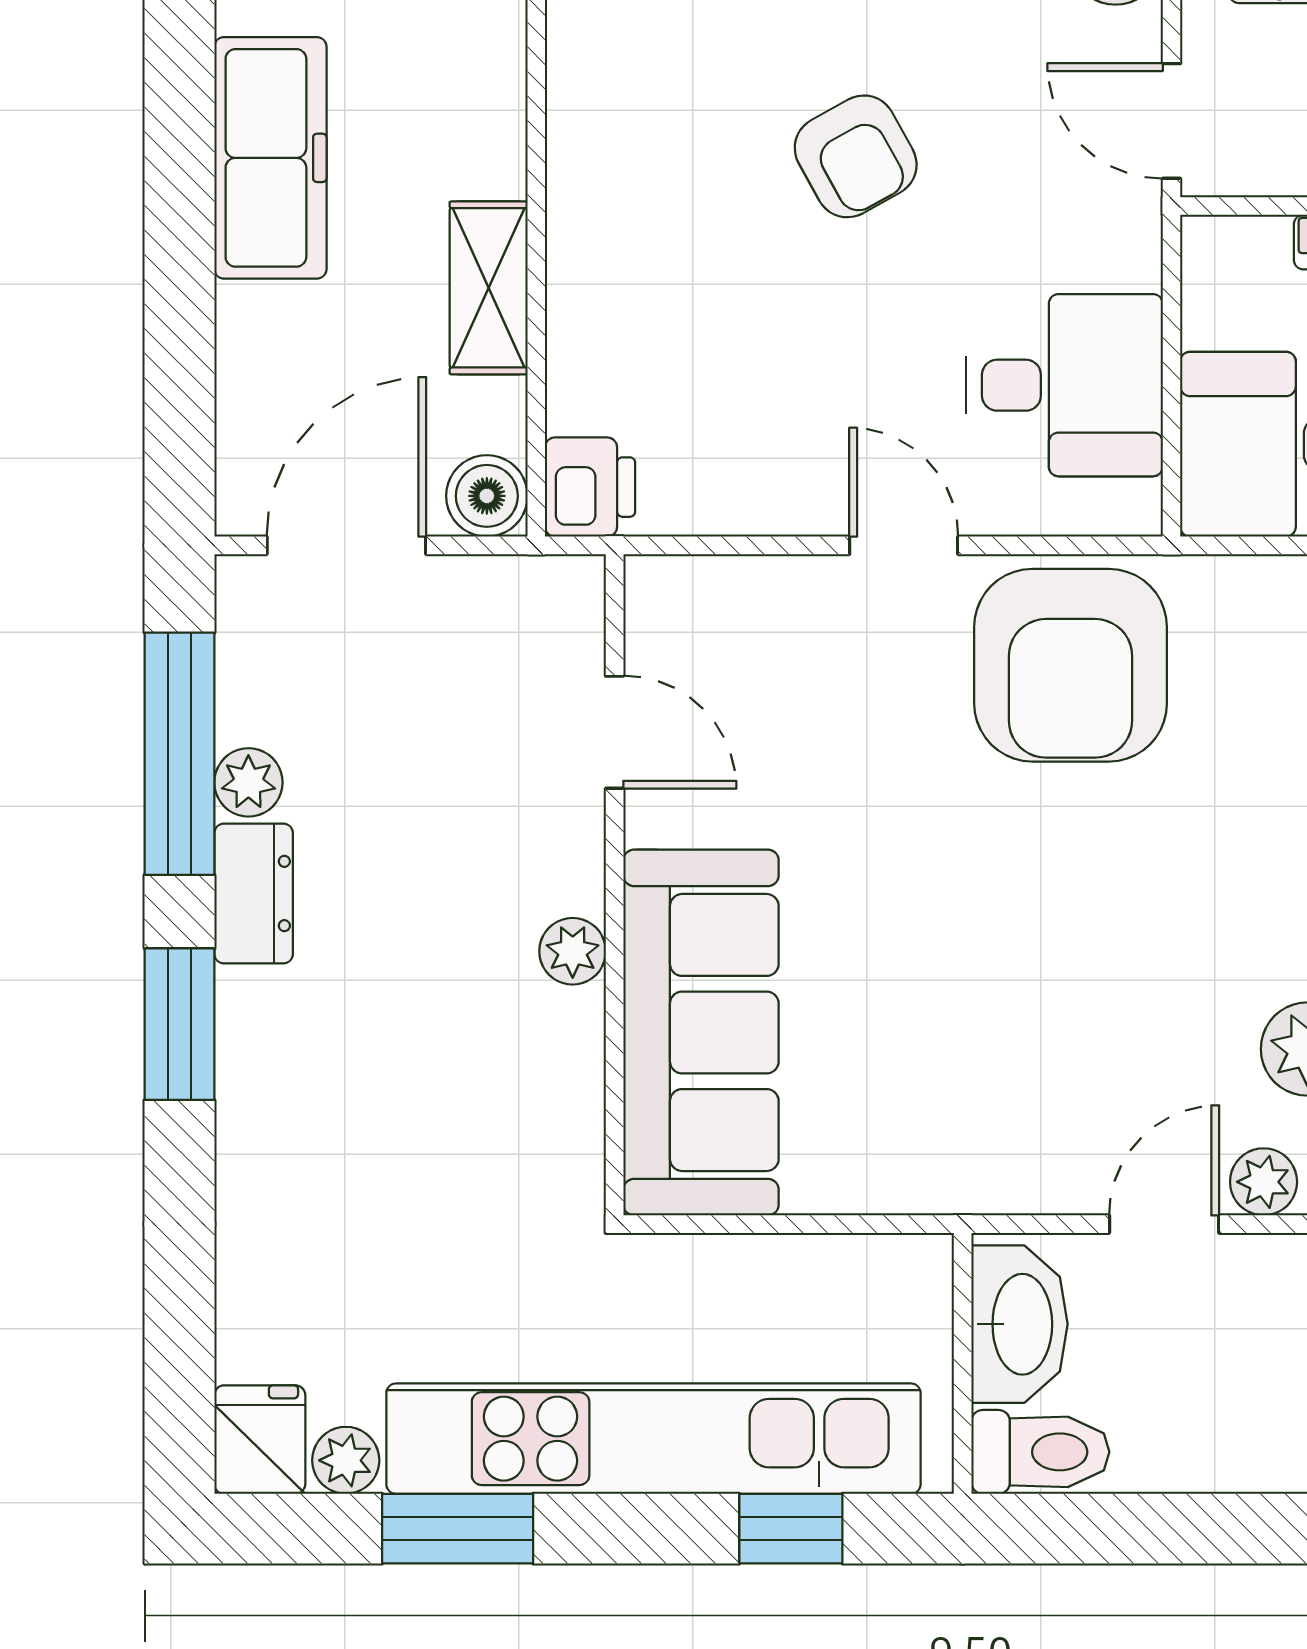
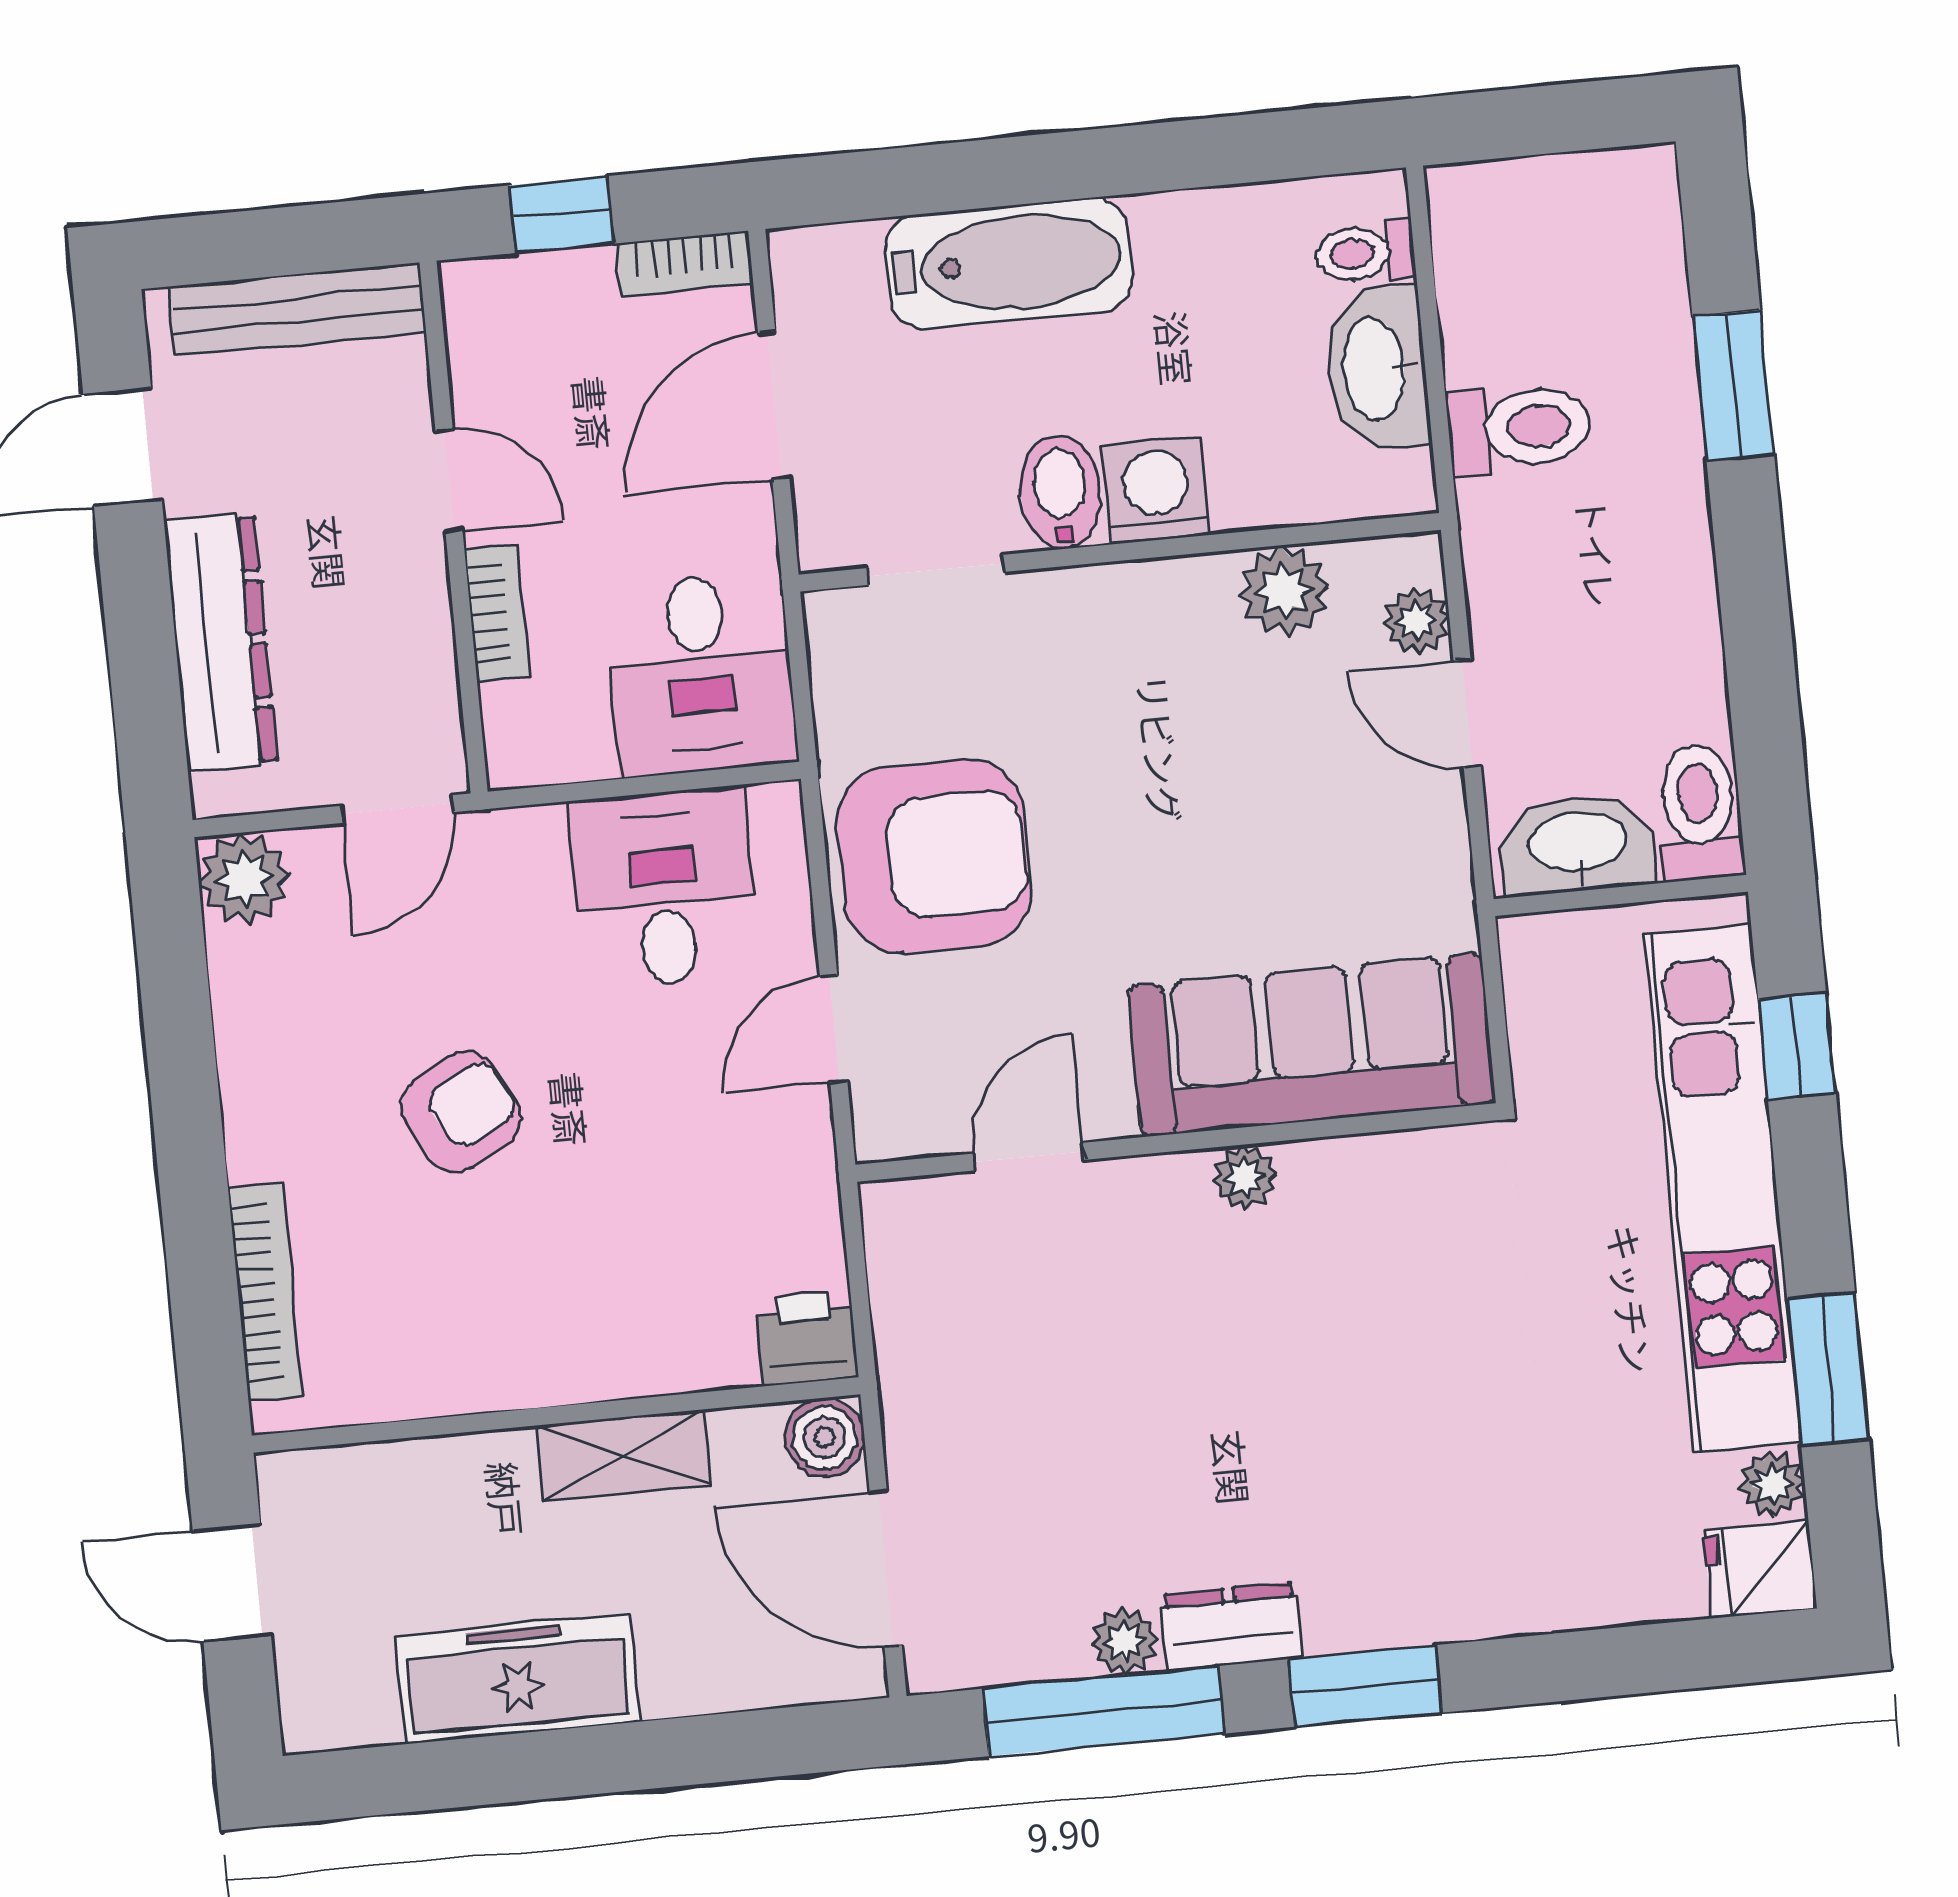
door: (615, 732) -> (1029, 1157), moved
wall: (615, 885) -> (1177, 1142), moved
plant: (573, 951) -> (1245, 1177), moved
sofa: (701, 1032) -> (1312, 1045), moved

